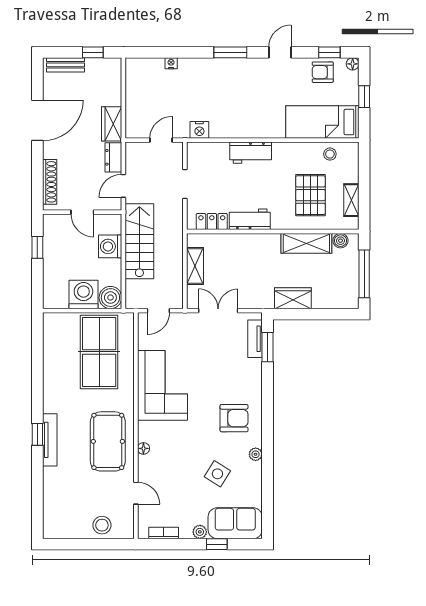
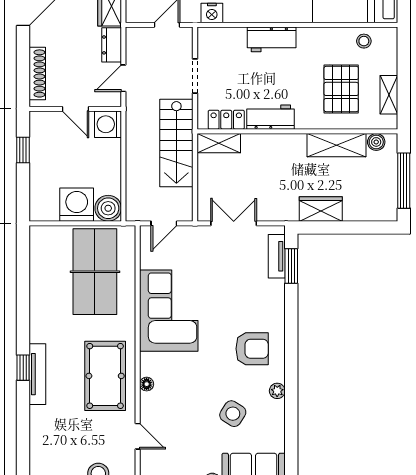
stairs: (139, 241) -> (176, 143), moved, turned 180
washing machine: (110, 246) -> (108, 124), moved
shelving: (195, 266) -> (219, 143), moved, turned 90

